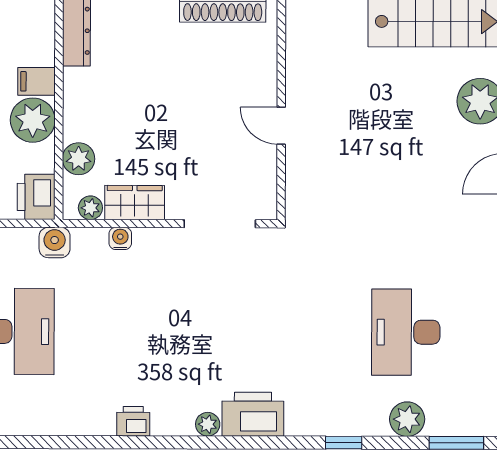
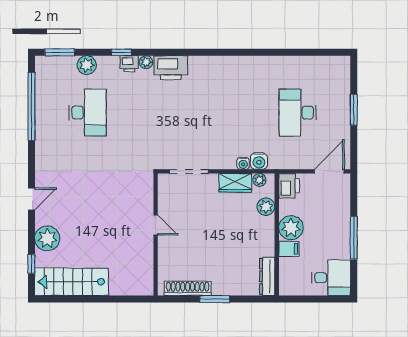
water cooler: (55, 242) -> (259, 161), moved
printer: (133, 421) -> (129, 64), moved
plant: (208, 424) -> (146, 62), moved

